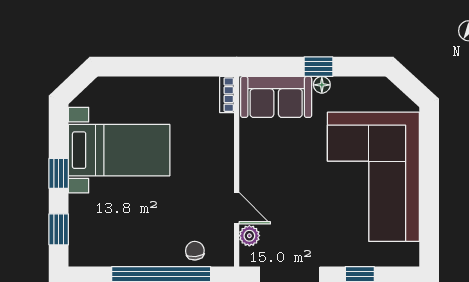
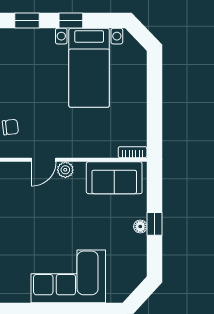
sofa: (276, 97) -> (114, 178), moved, turned -90
corner sofa: (373, 177) -> (68, 276), width x0.73, depth x0.74
plant: (249, 236) -> (65, 170), moved

